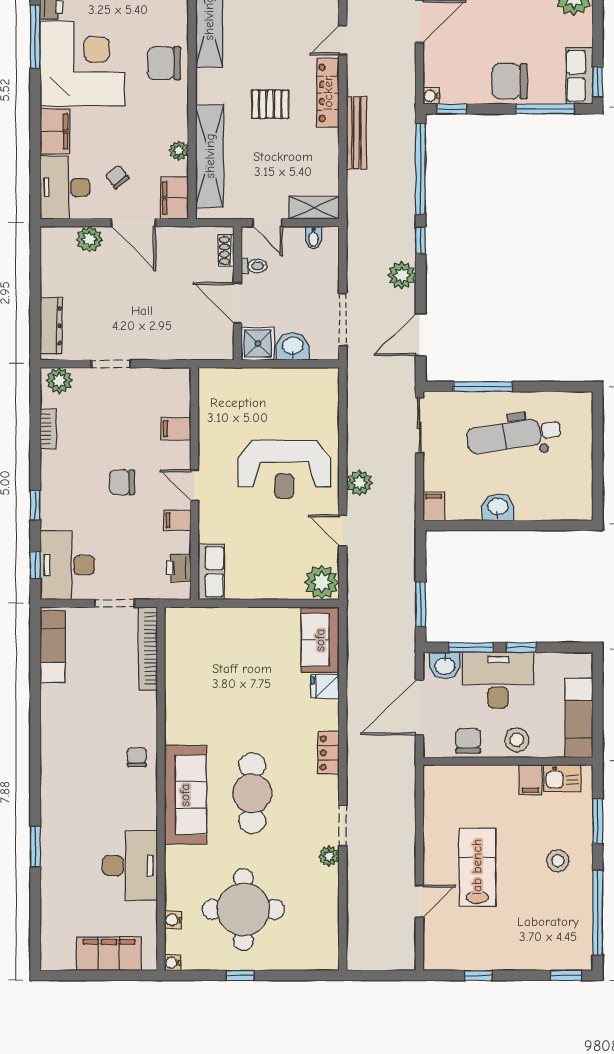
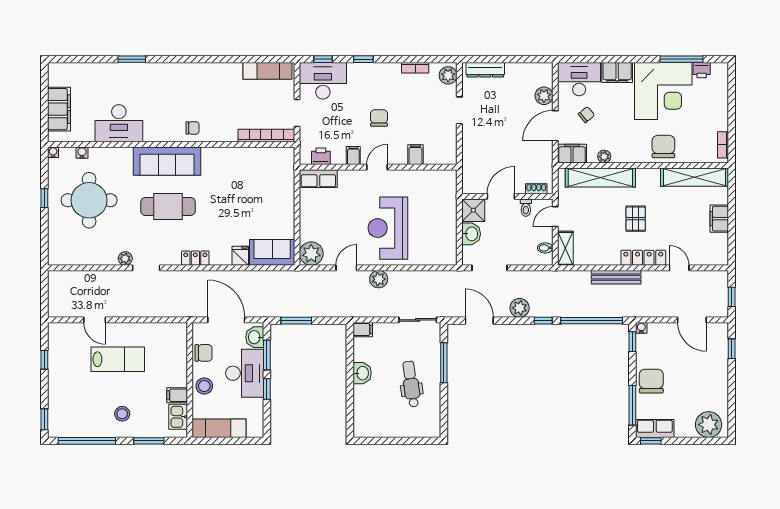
dental chair: (514, 435) -> (411, 384), width x0.73, depth x0.72

